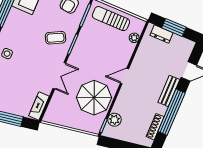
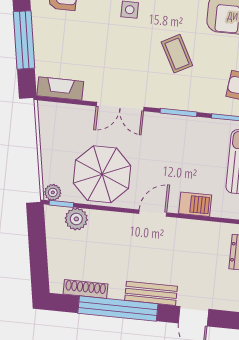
coffee table: (55, 38) -> (177, 54), moved
plant: (134, 38) -> (53, 192), moved
barbecue: (127, 51) -> (195, 204), added
door: (124, 76) -> (153, 213), hinge flipped

